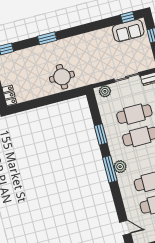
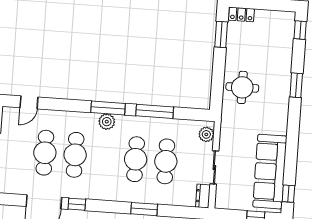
sofa: (128, 31) -> (270, 172), width x1.85, depth x1.27
window: (29, 105) -> (221, 34), added
window: (101, 134) -> (155, 111), width x1.44

